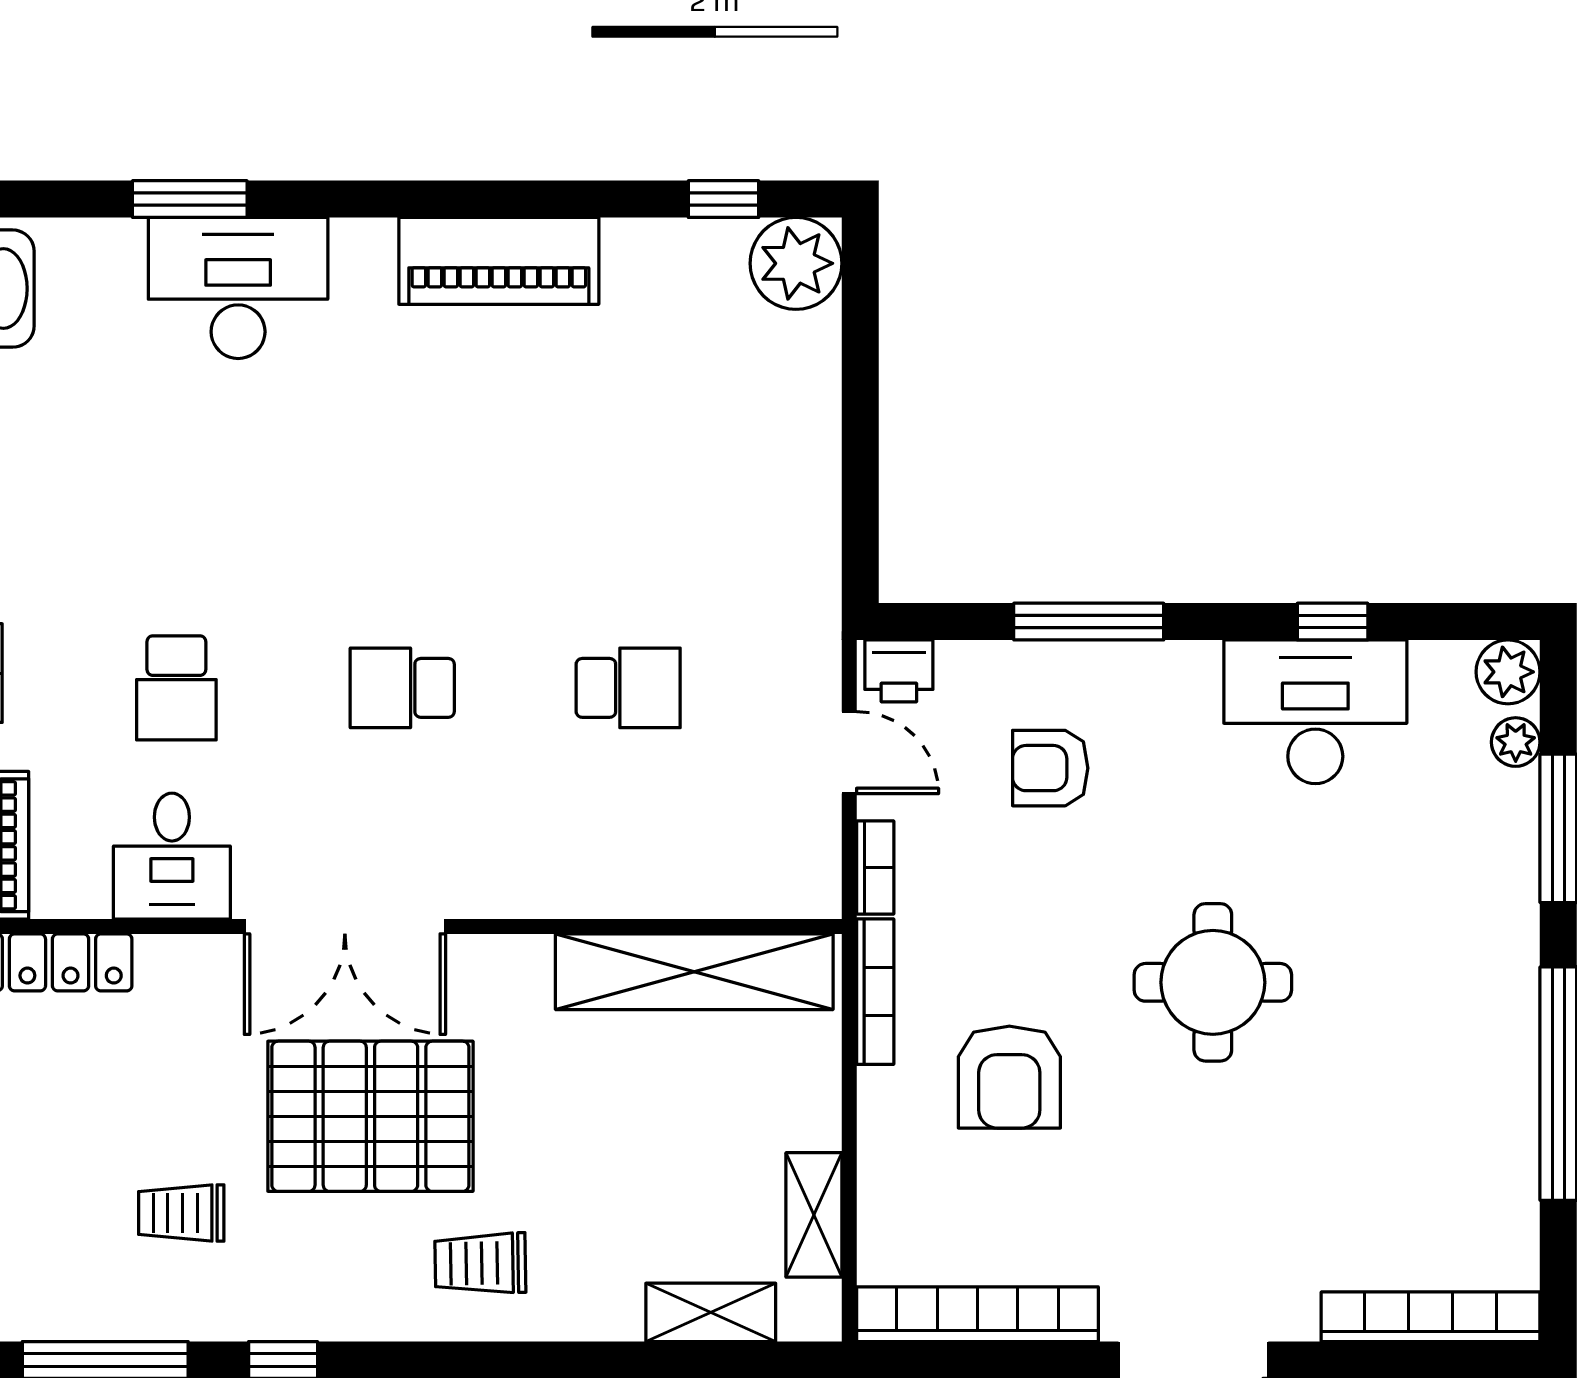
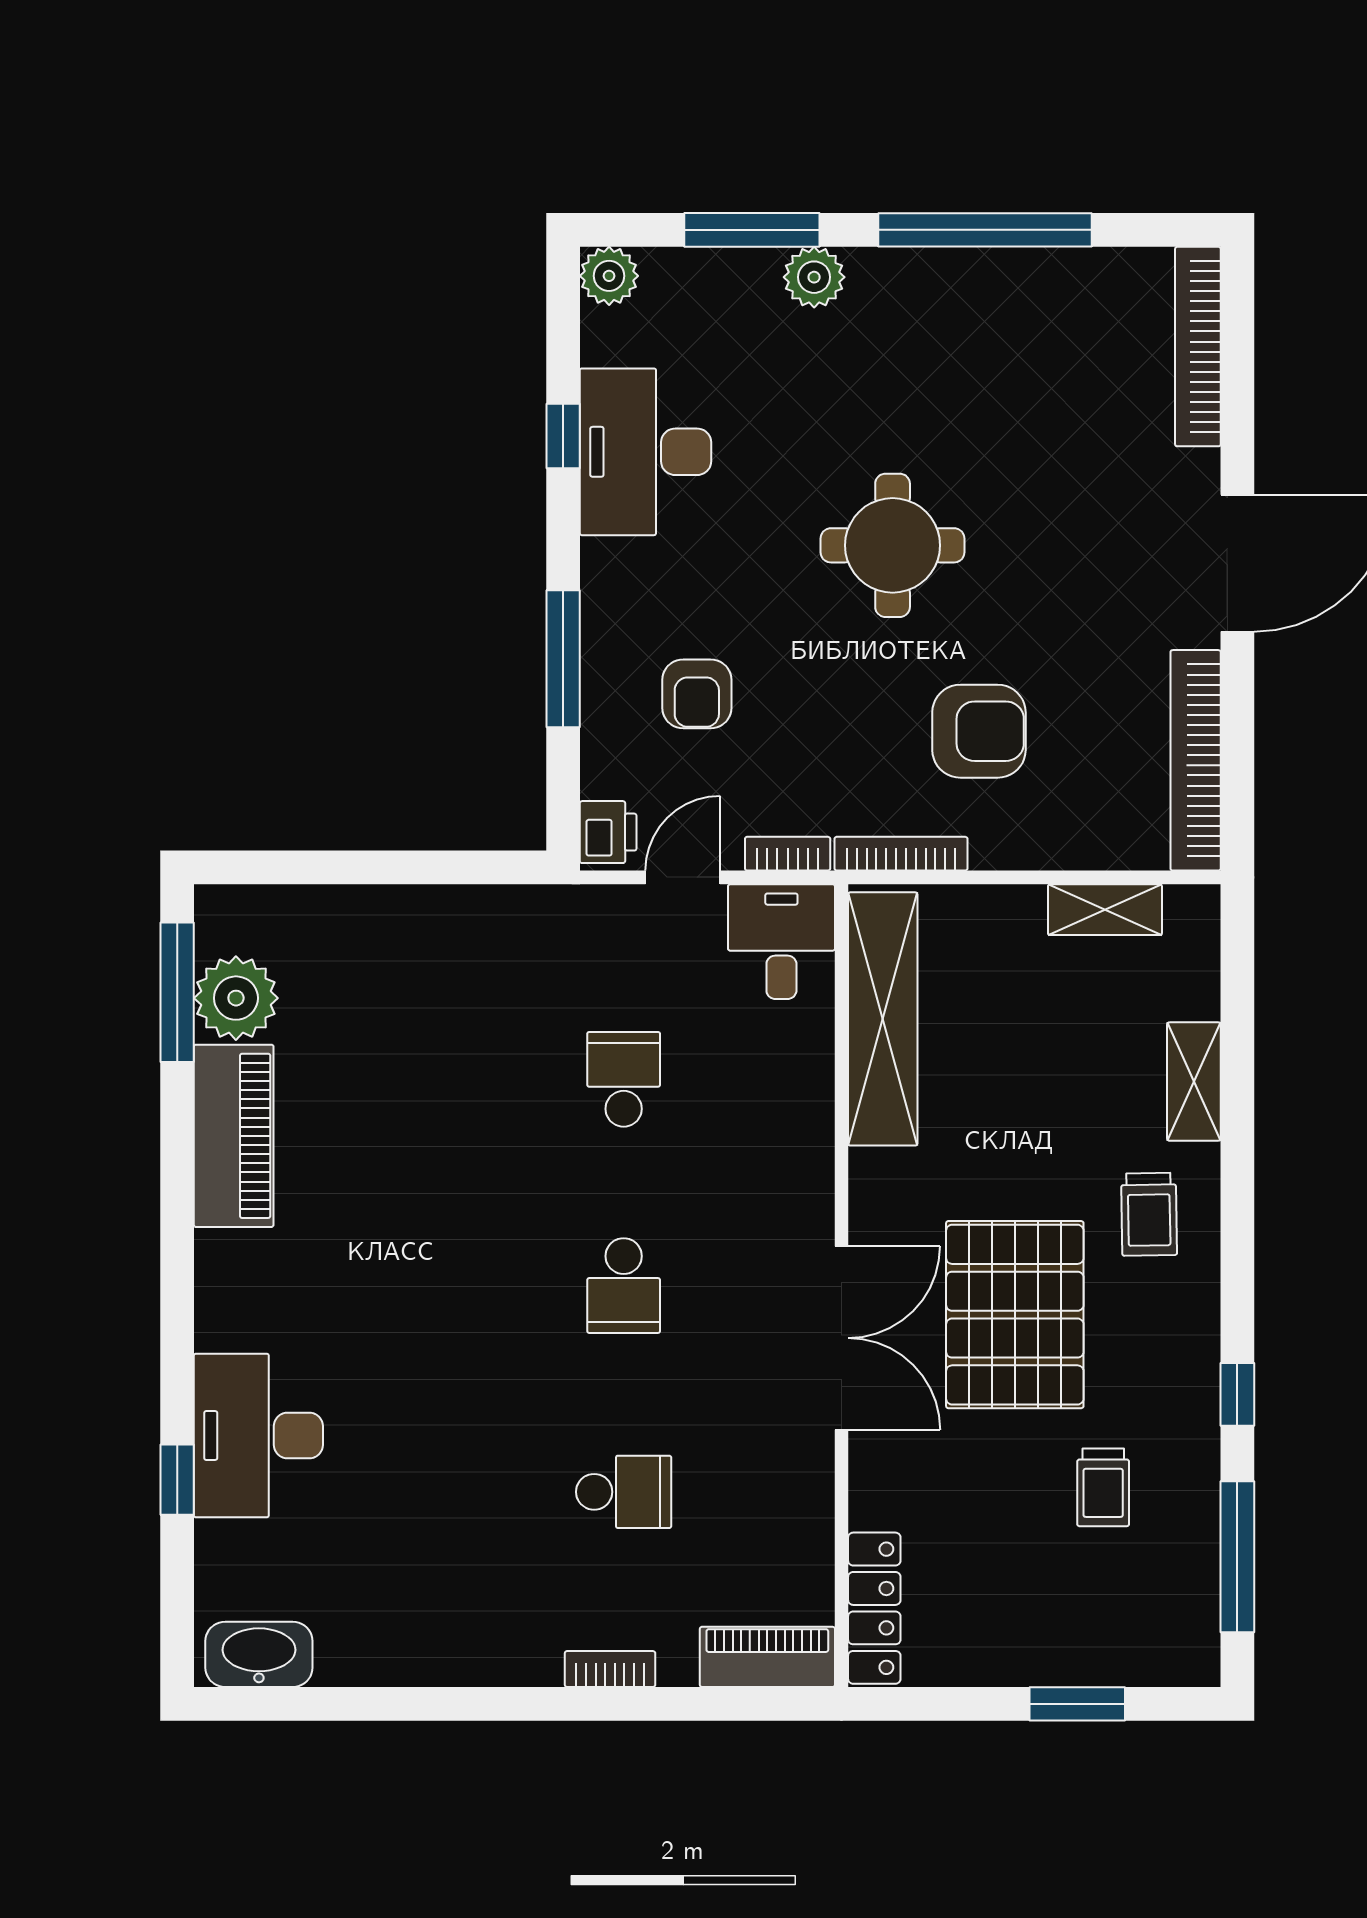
window: (190, 199) -> (177, 1480), width x0.67
window: (723, 199) -> (177, 992), width x2.17
piano: (499, 261) -> (234, 1136), moved
plant: (796, 263) -> (236, 998), moved
plant: (1516, 742) -> (814, 277), moved, width x1.38, depth x1.38
desk: (172, 856) -> (781, 942), moved, turned -90
shelving: (711, 1312) -> (1194, 1082), moved

